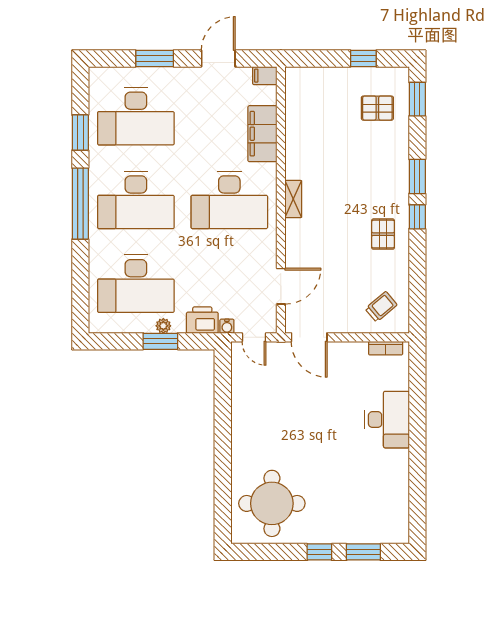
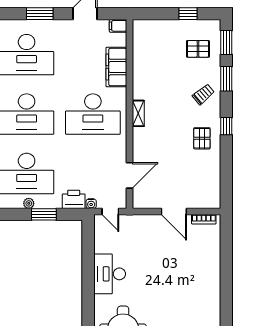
window: (417, 176) -> (226, 79), moved
trolley: (381, 307) -> (203, 94), moved
plant: (163, 326) -> (29, 203), moved
door: (309, 337) -> (174, 212), moved
desk: (387, 420) -> (110, 274), moved, turned 180

